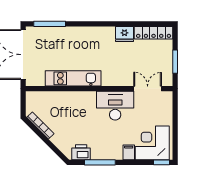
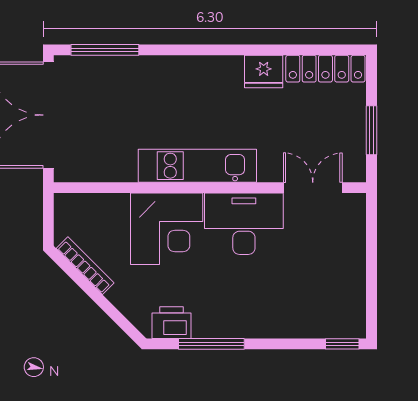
kitchen unit: (73, 78) -> (197, 166), moved
corner desk: (152, 143) -> (167, 229), moved, turned 180
filing cabinet: (129, 152) -> (273, 323), removed

